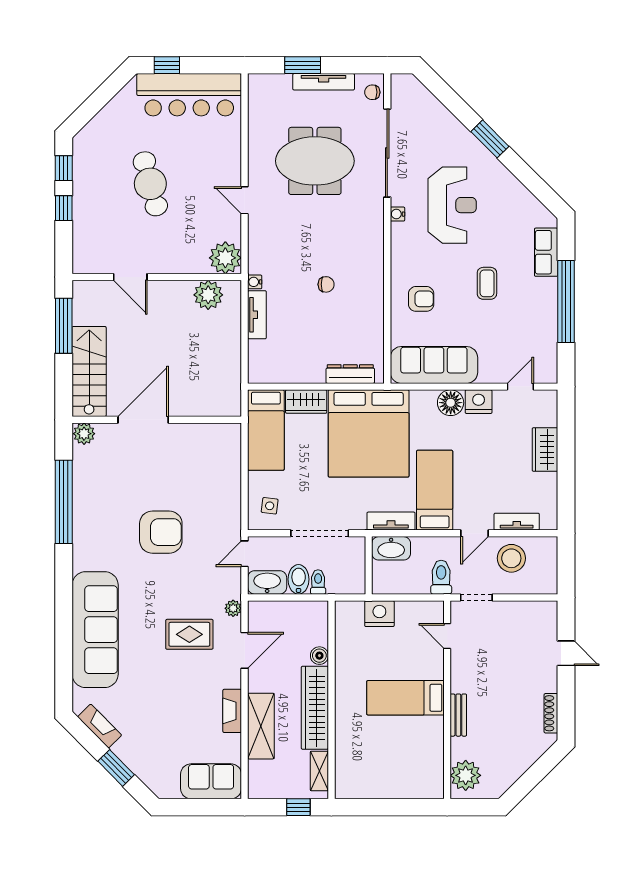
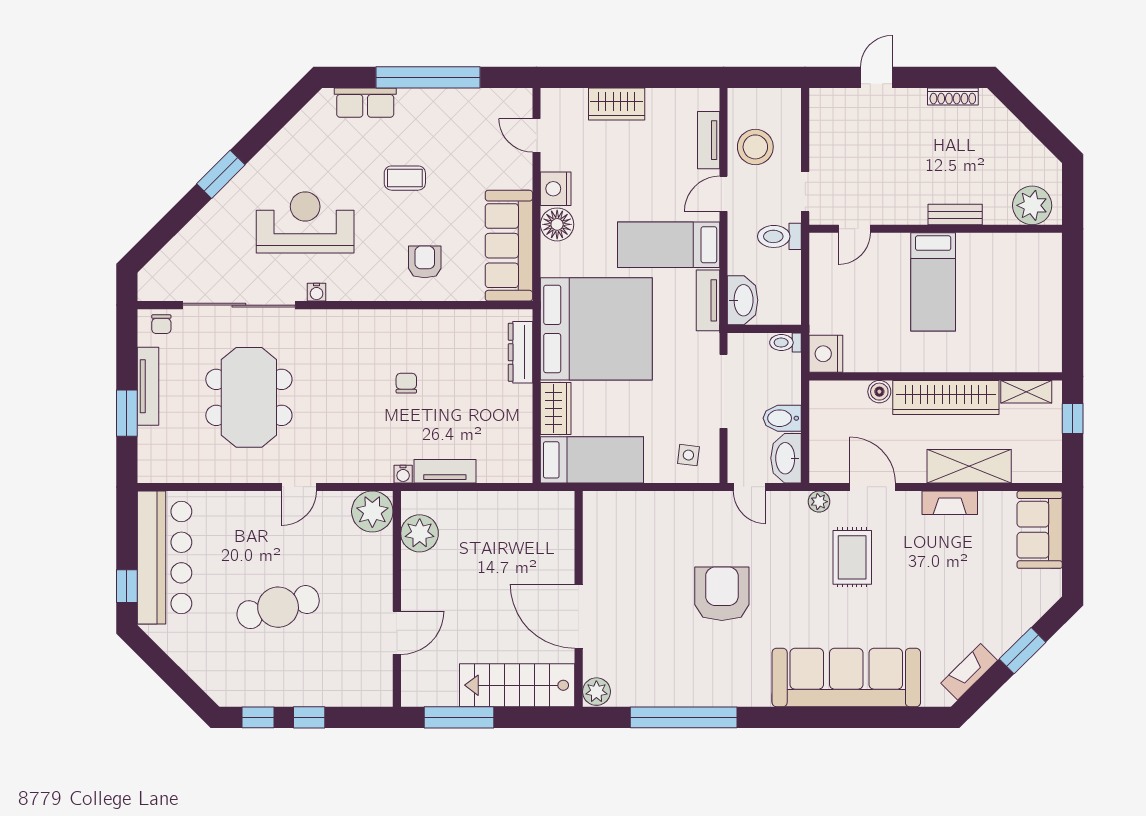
door: (475, 533) -> (724, 194), swing flipped
toilet: (318, 582) -> (786, 343), moved
nightstand: (379, 614) -> (826, 354), moved

